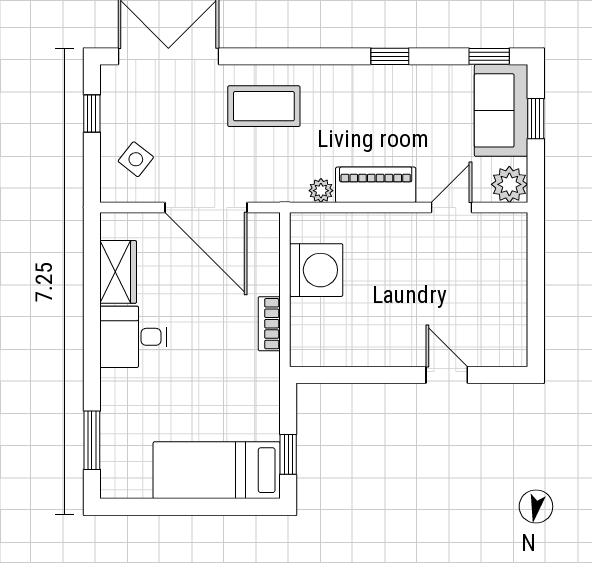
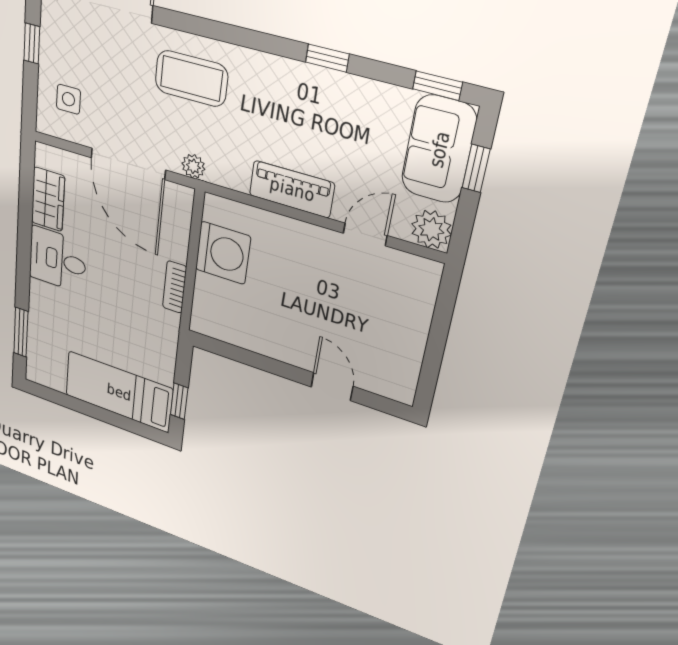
side table: (136, 159) -> (68, 99), turned -38
plant: (321, 191) -> (193, 166), moved

